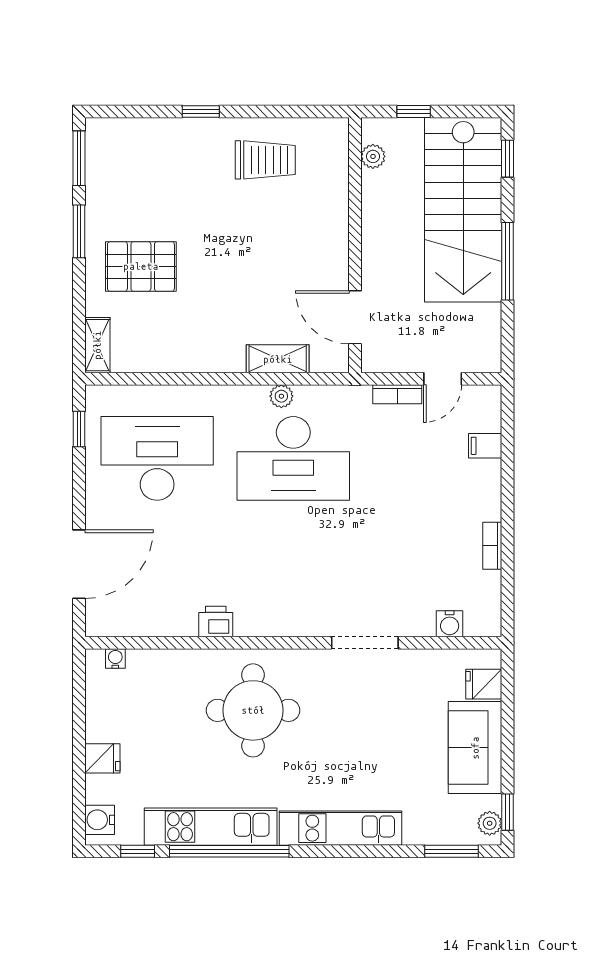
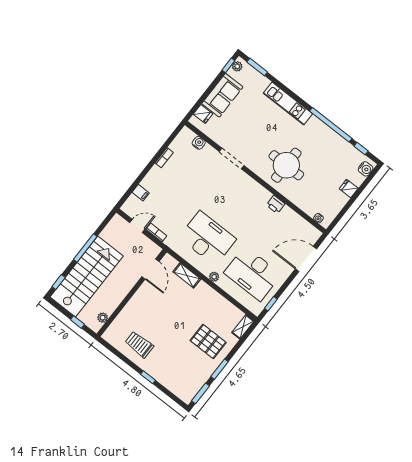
plant: (281, 396) -> (214, 277), moved
kitchen unit: (211, 827) -> (331, 138), removed

